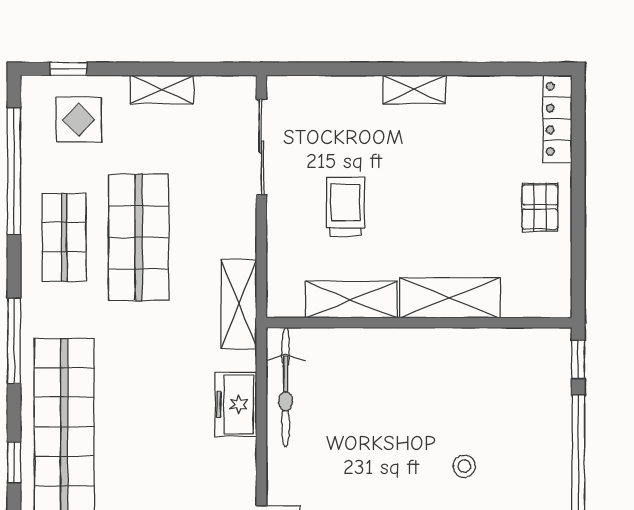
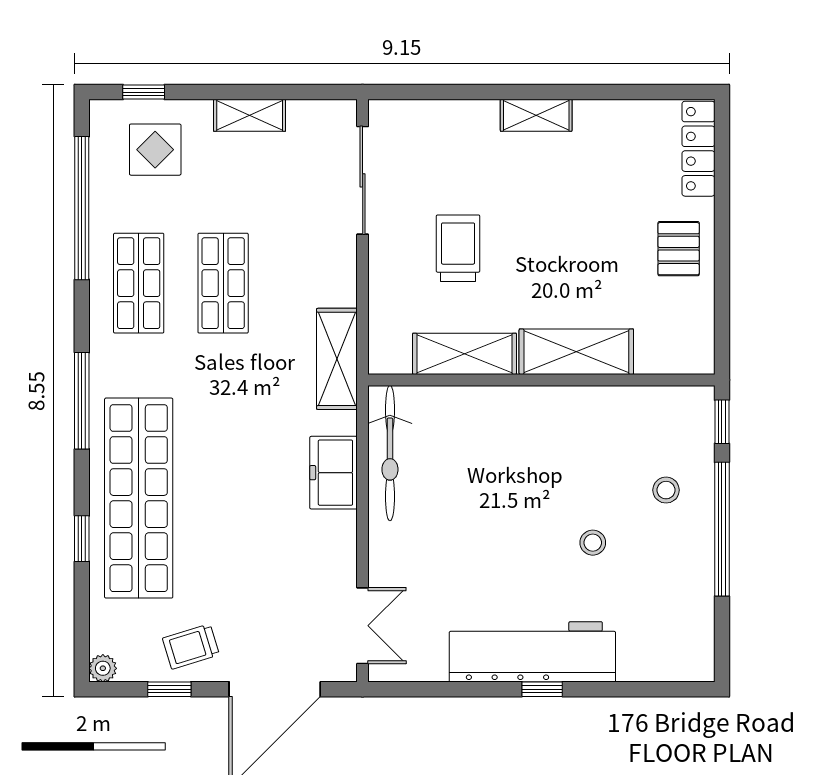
shop shelf: (139, 237) -> (223, 283), width x0.70, depth x0.74
stool: (529, 420) -> (666, 490), added

